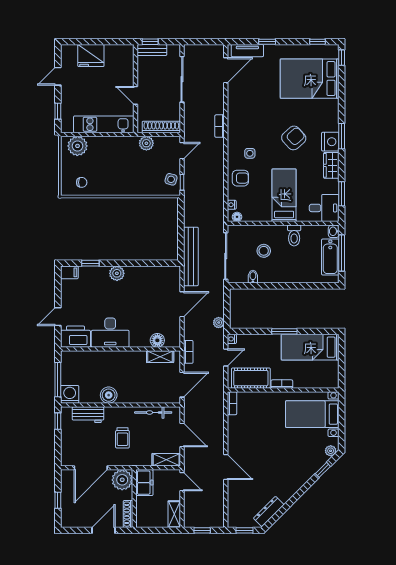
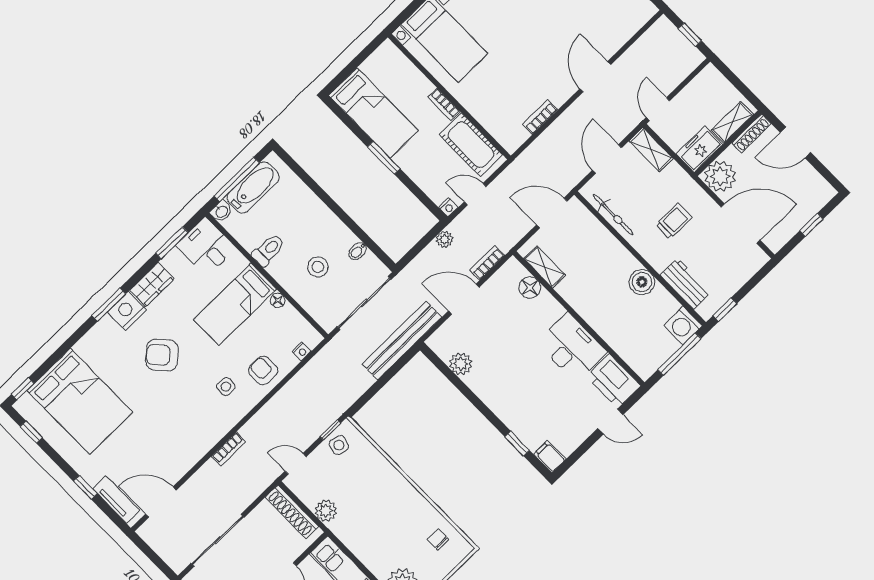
floor lamp: (237, 217) -> (278, 300), moved
plant: (117, 273) -> (461, 364), moved
bookcase: (188, 352) -> (487, 263), moved
bookcase: (232, 403) -> (540, 117), moved
shelving: (174, 514) -> (732, 122), moved

